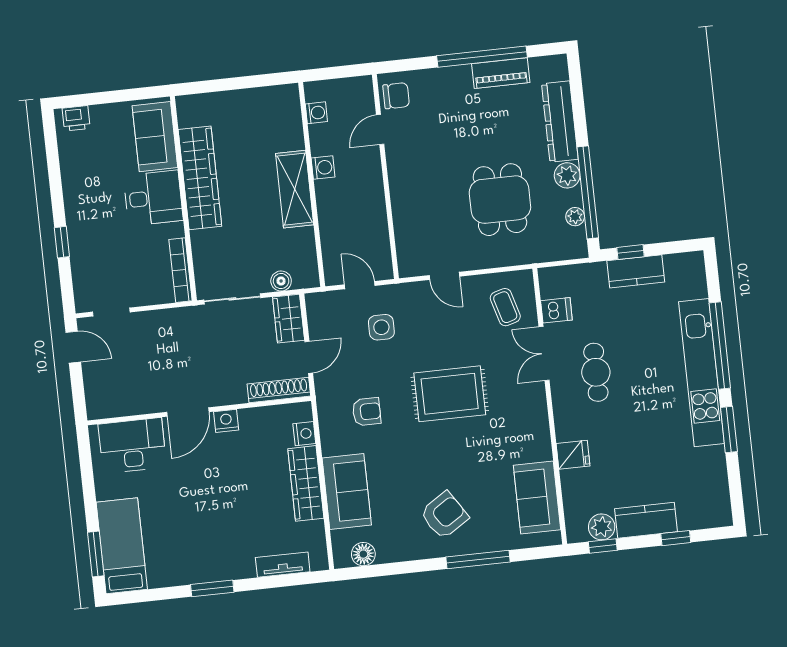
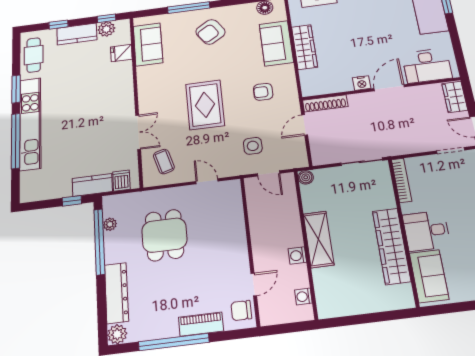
piano: (501, 73) -> (201, 324), moved
plant: (567, 175) -> (117, 334), moved
kitchen counter: (636, 271) -> (92, 185), moved
boiler: (281, 281) -> (306, 177), moved
dishwasher: (556, 310) -> (121, 181), moved, turned 90
wardrobe: (289, 319) -> (455, 97), moved, turned 180
cafe table: (596, 372) -> (34, 55), moved
rug: (450, 394) -> (205, 105), turned 90
nightstand: (304, 434) -> (306, 77), removed
fridge: (573, 455) -> (121, 53), moved

